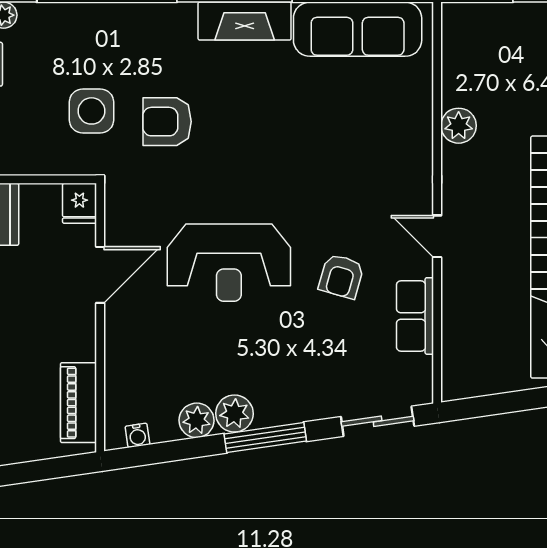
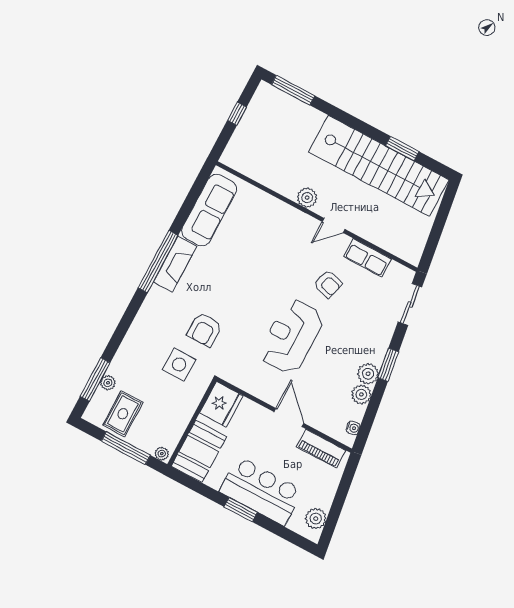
plant: (459, 126) -> (307, 198), moved
fridge: (79, 203) -> (221, 404), width x1.88, depth x1.34
reception desk: (229, 263) -> (291, 336), turned 180
door: (100, 275) -> (289, 418), moved
window: (265, 438) -> (388, 365), width x0.69

